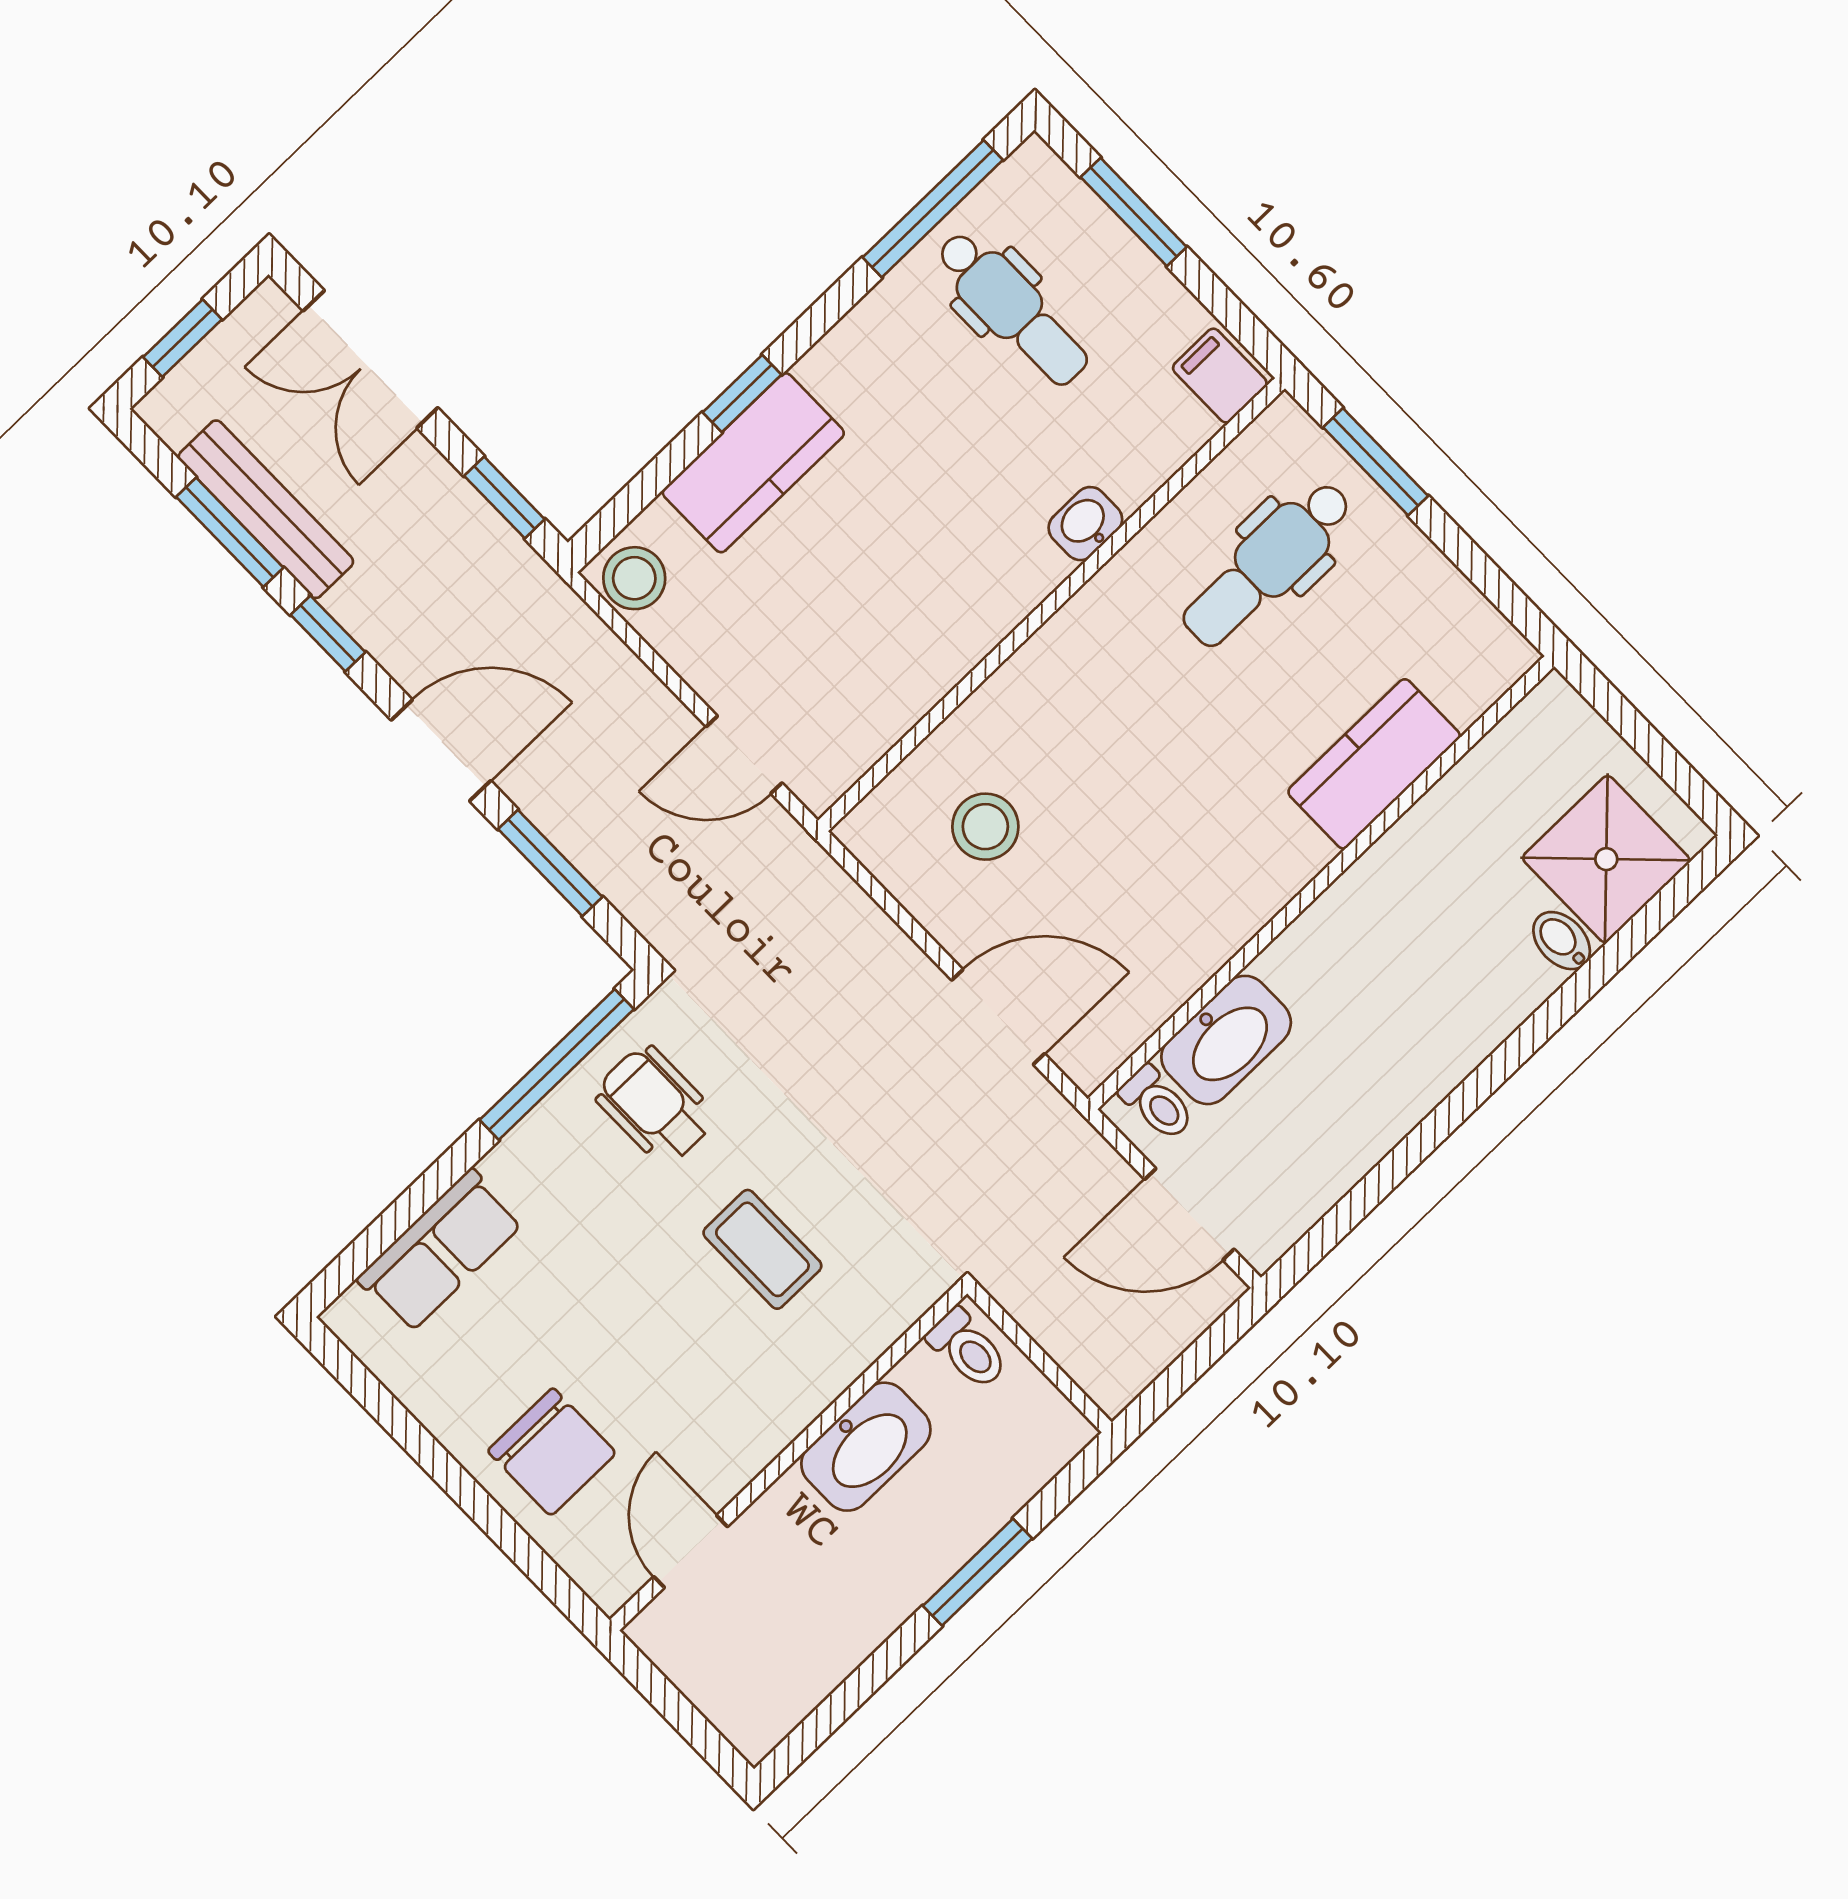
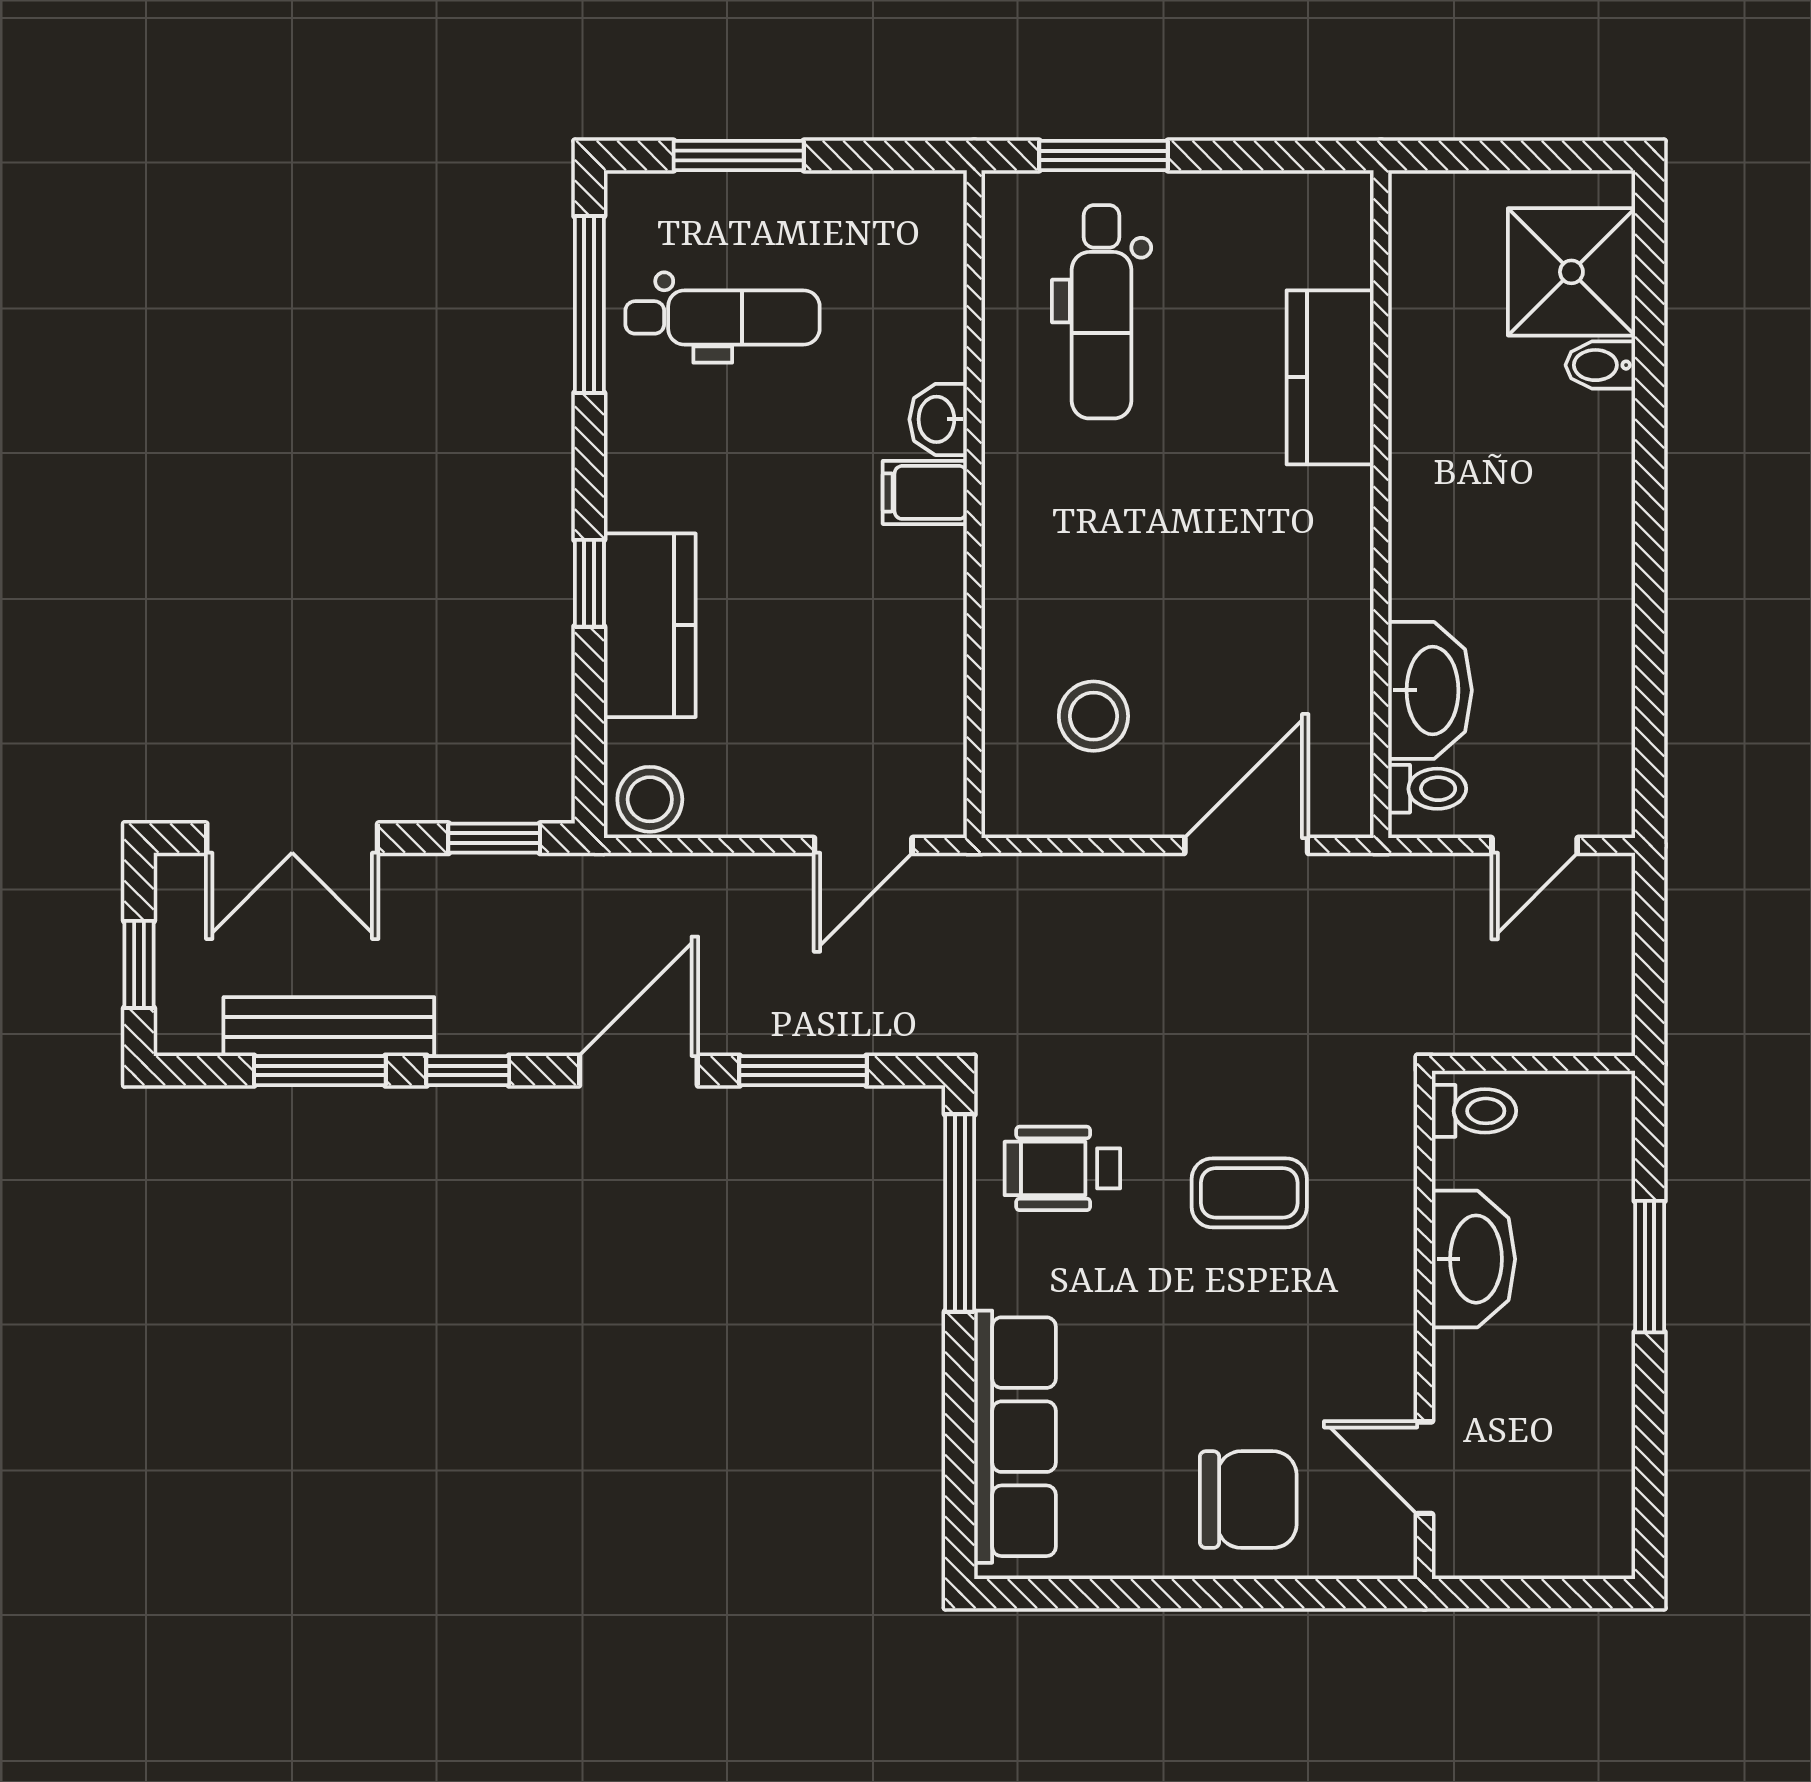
filing cabinet: (1220, 376) -> (925, 492), moved
door: (1189, 1214) -> (1535, 845), width x0.73
row of seats: (440, 1251) -> (1015, 1437), width x1.48

